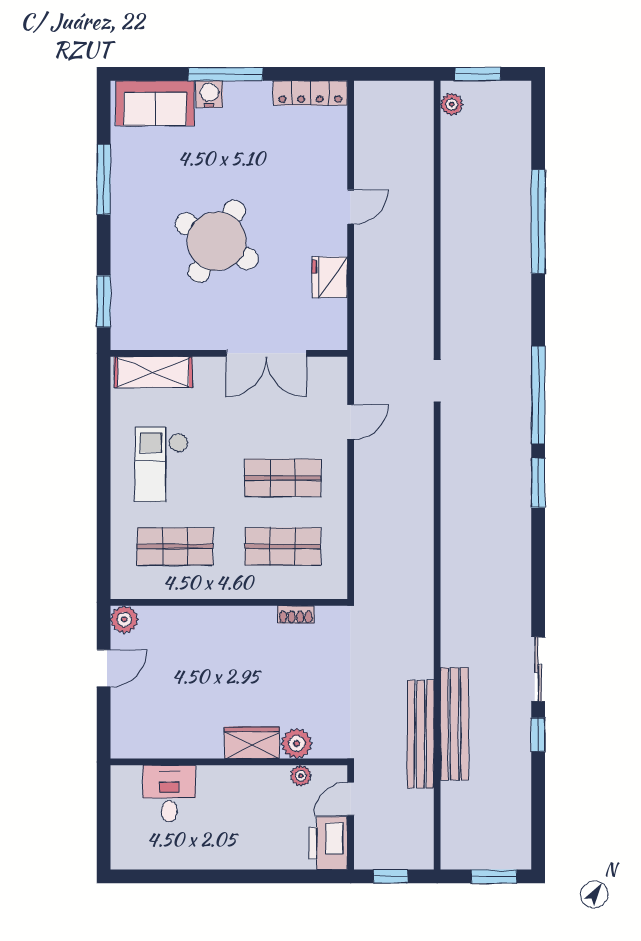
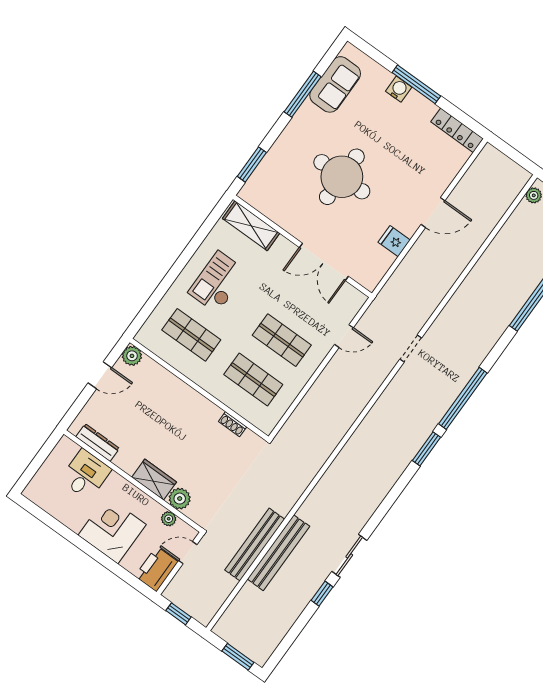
sofa: (155, 103) -> (335, 84), moved, turned -90
door: (351, 207) -> (433, 213), width x1.38
round table: (217, 241) -> (342, 177), turned -30
fridge: (330, 277) -> (394, 241), width x0.72
dresser: (157, 747) -> (98, 443), added
corner desk: (245, 835) -> (112, 530), added

